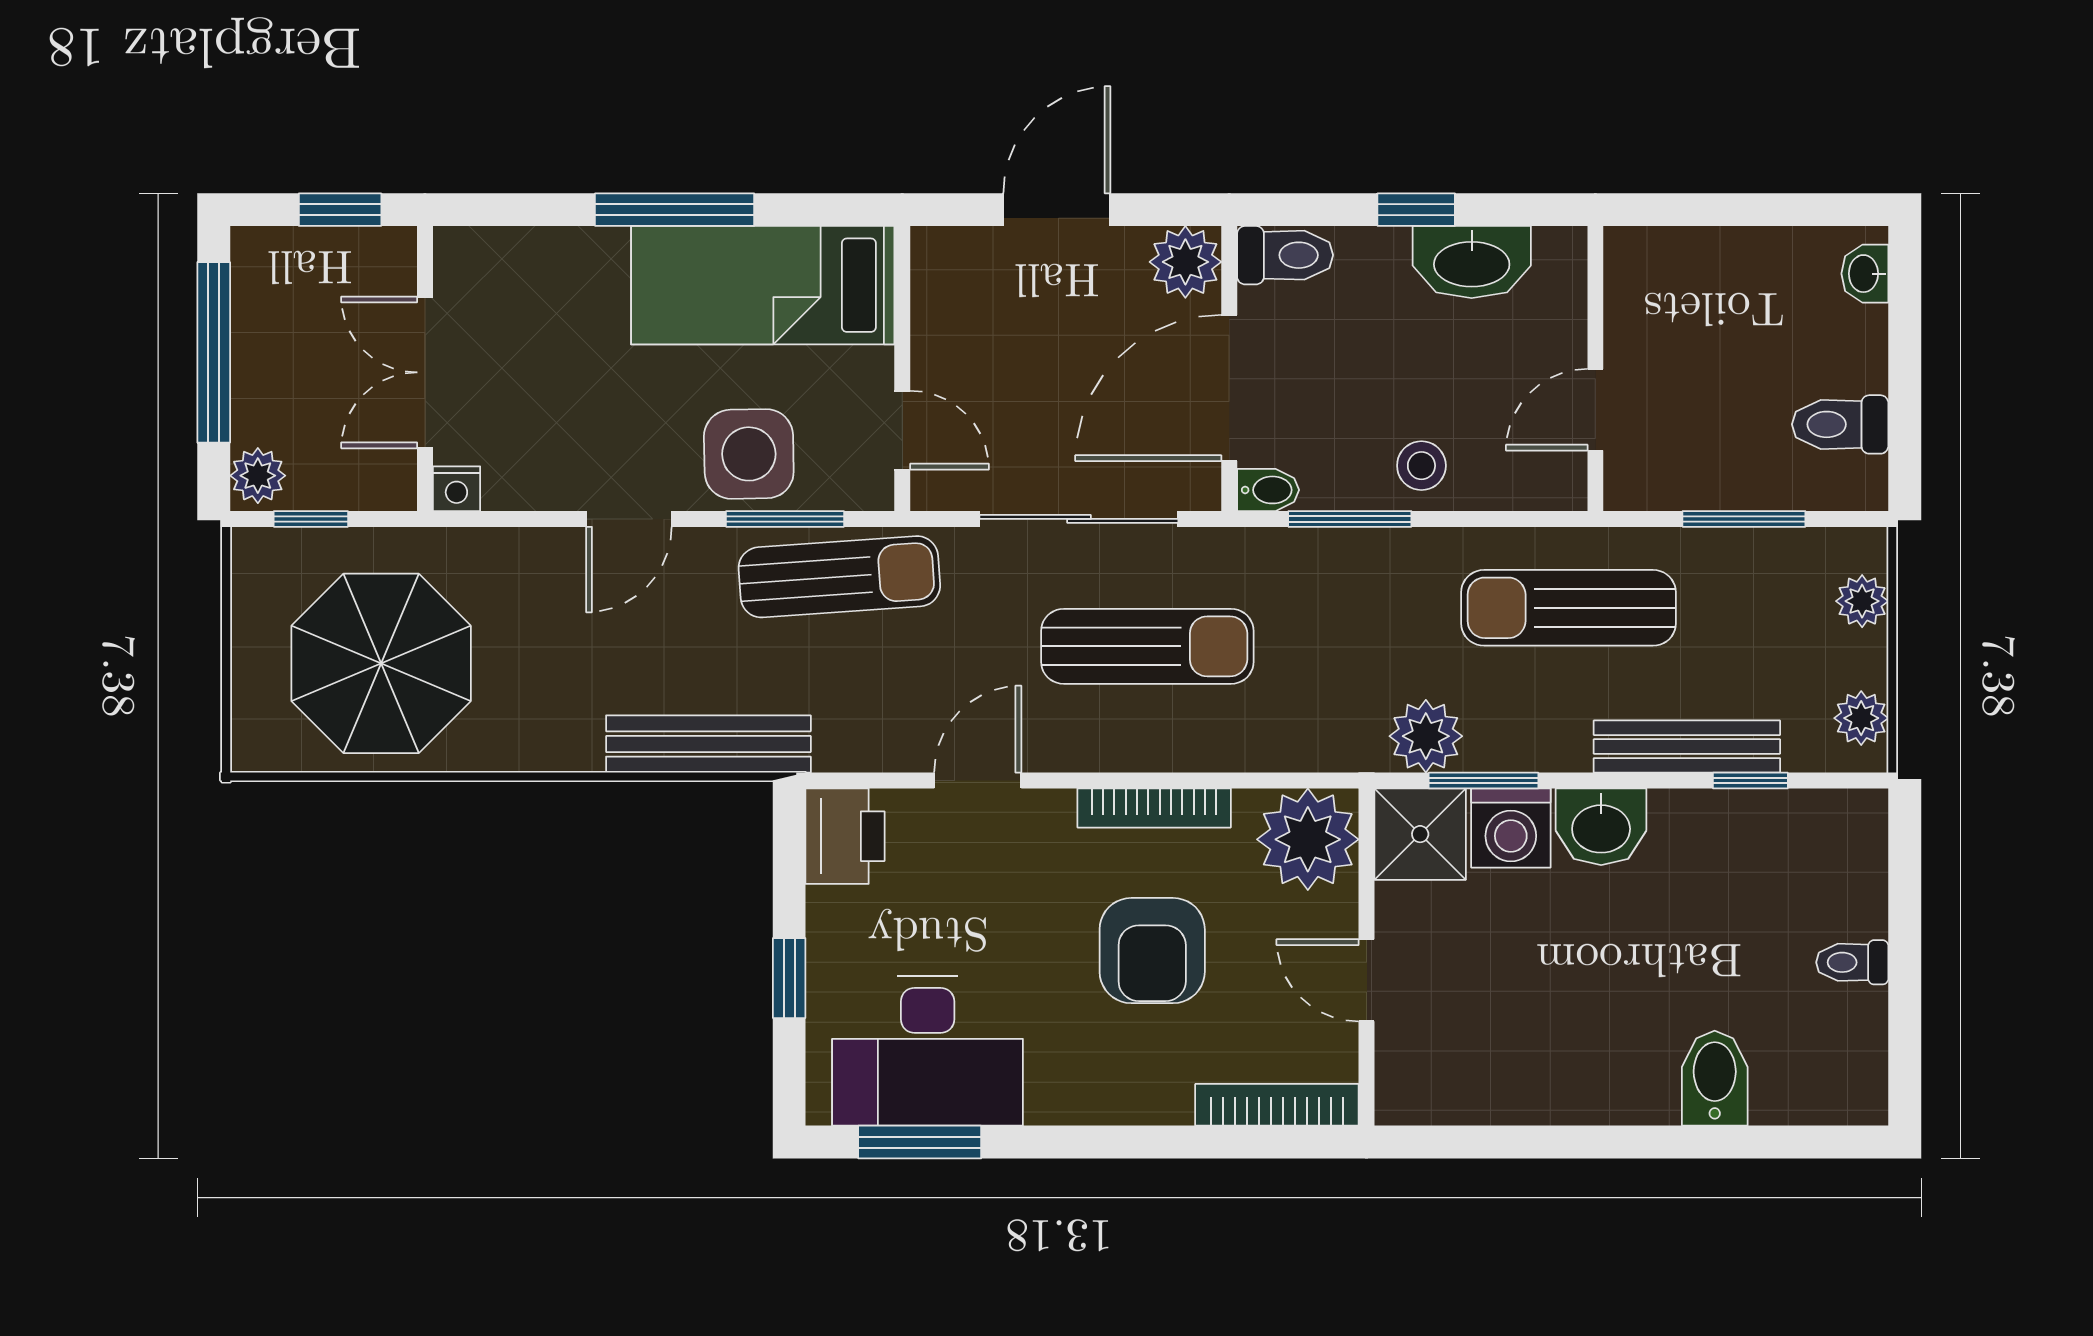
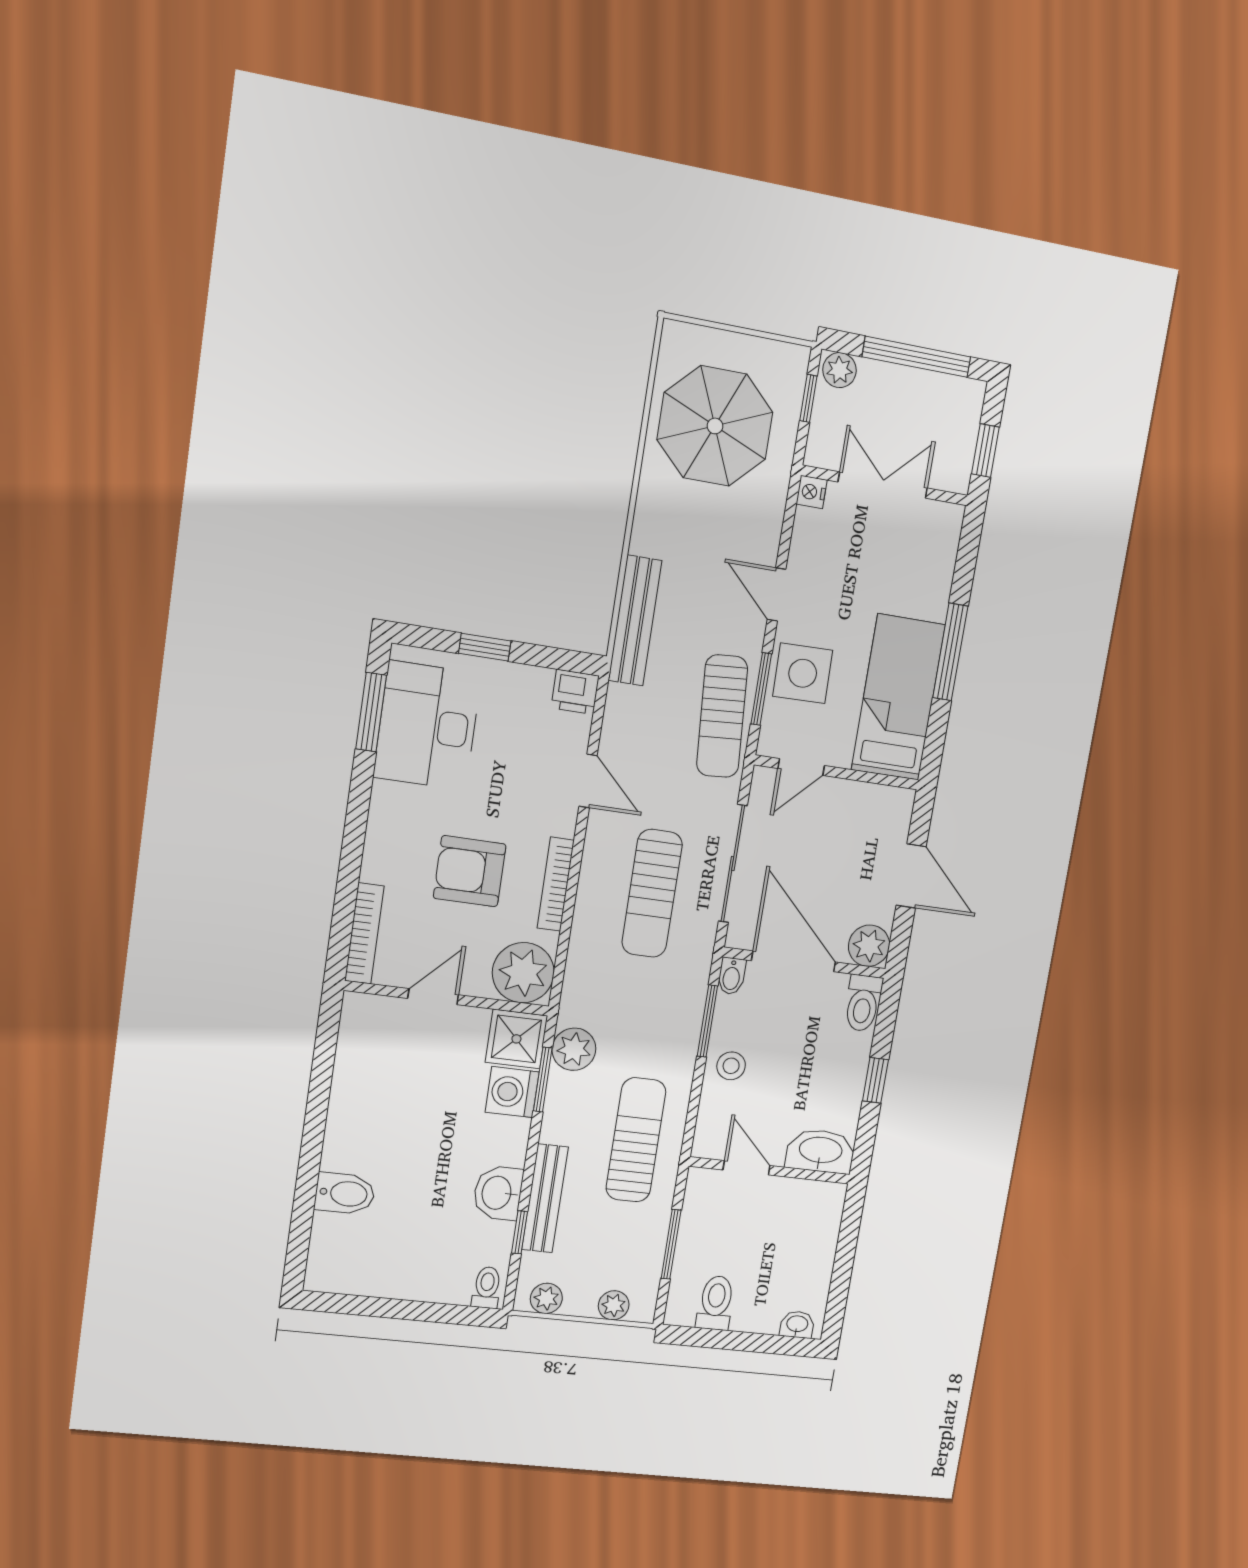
washbasin: (1472, 262) -> (820, 1151), moved, turned 90
washbasin: (1601, 827) -> (498, 1193), moved
printer: (845, 836) -> (575, 692), width x0.73, depth x0.81
toilet: (1852, 962) -> (487, 1287), moved

